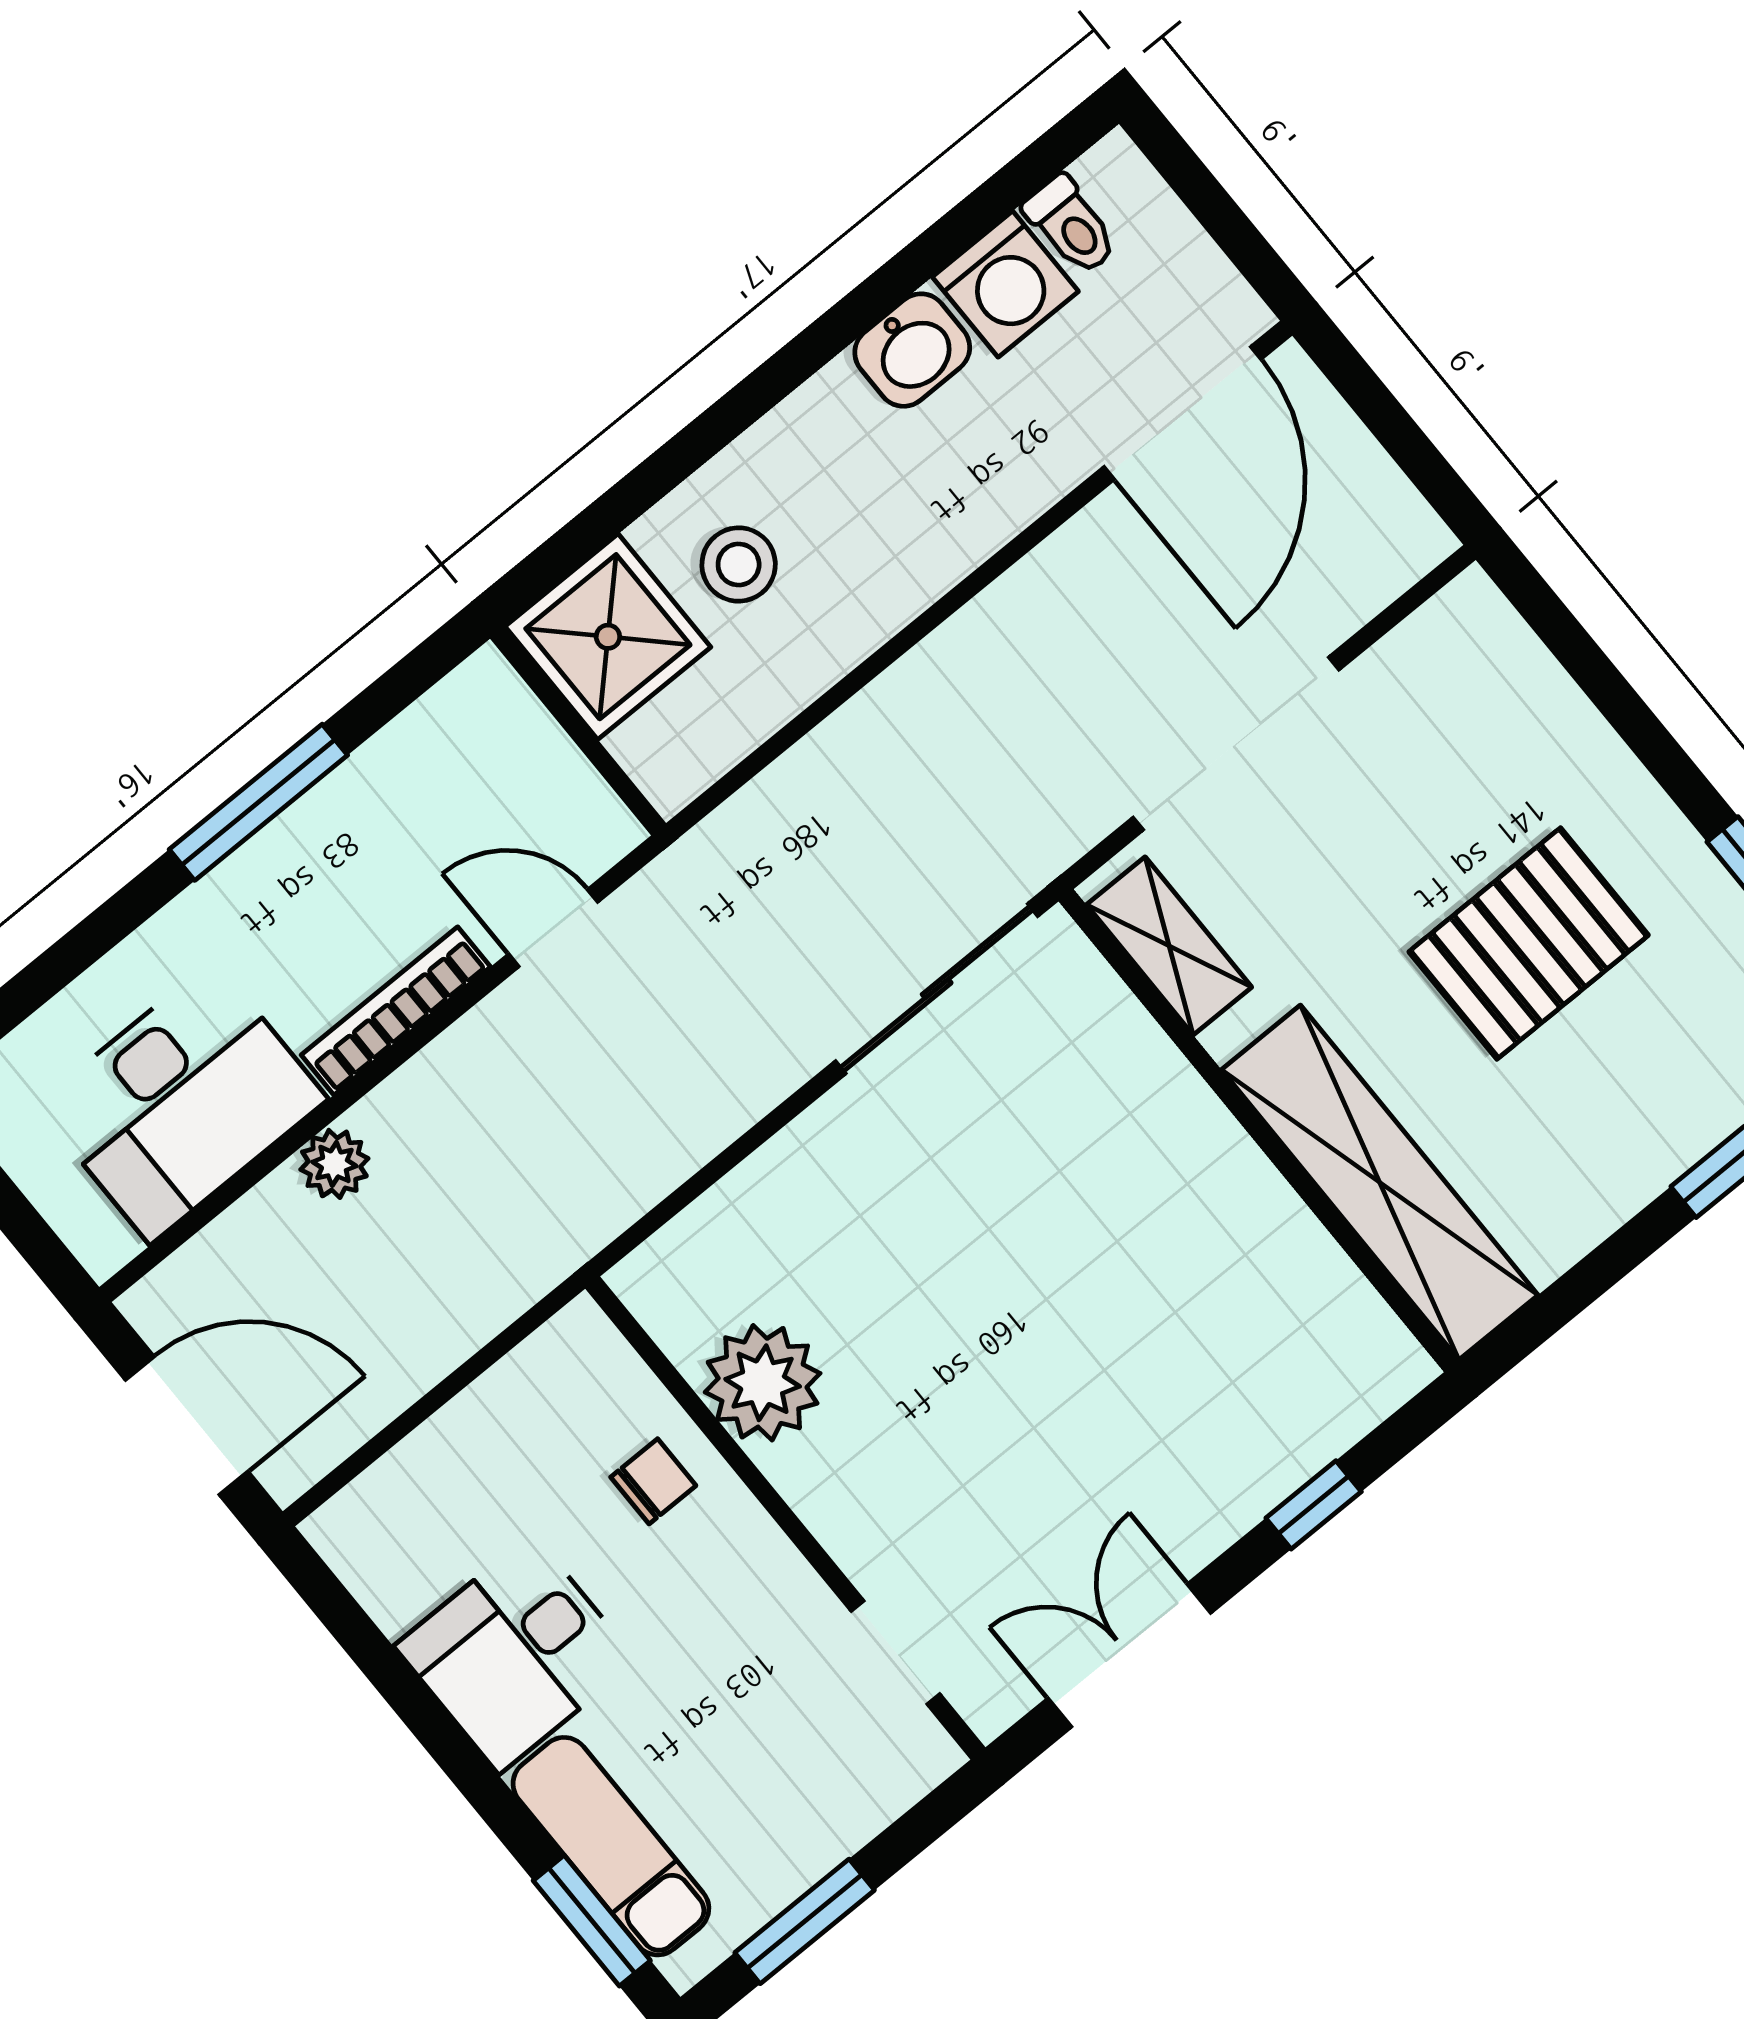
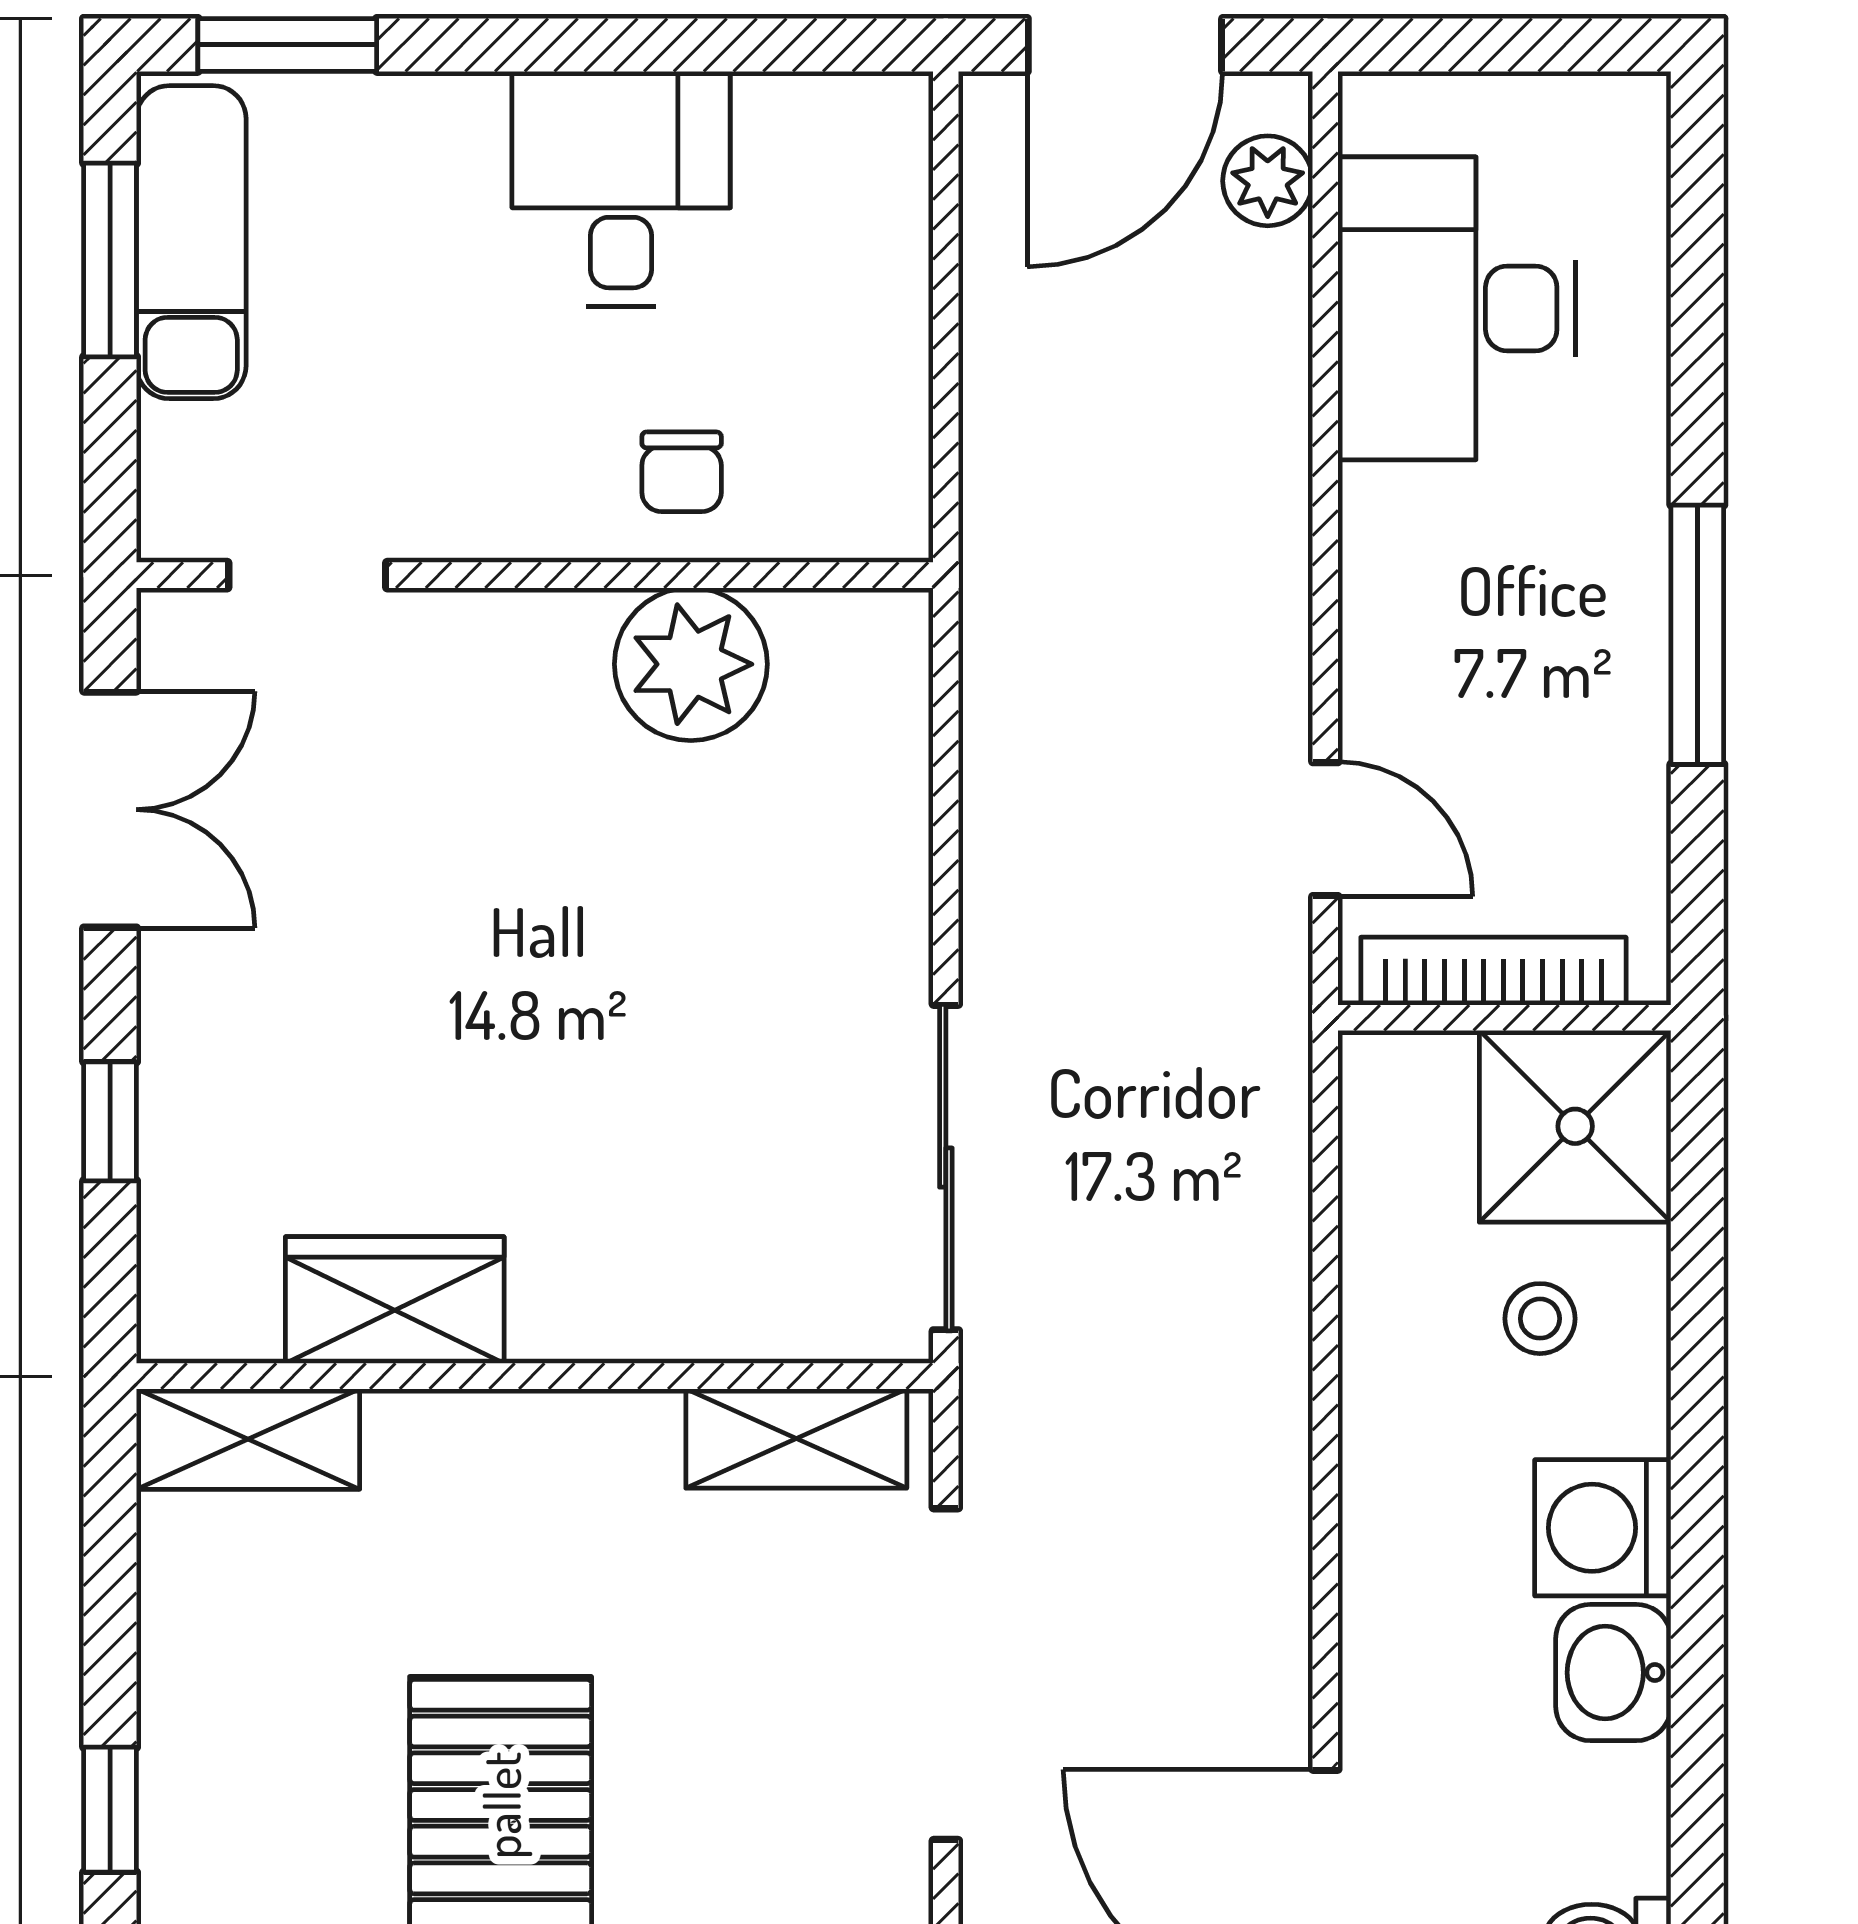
washing machine: (1005, 284) -> (1603, 1528), moved
stool: (739, 564) -> (1540, 1319), width x0.73, depth x0.73
door: (553, 928) -> (1325, 829), hinge flipped
bookcase: (396, 1011) -> (1493, 971), moved, turned -90
plant: (334, 1164) -> (1268, 181), moved
shelving: (1380, 1182) -> (248, 1439), width x0.45, depth x0.75
wardrobe: (1282, 1250) -> (395, 1300), added
exam couch: (611, 1846) -> (191, 242), moved, turned -90

